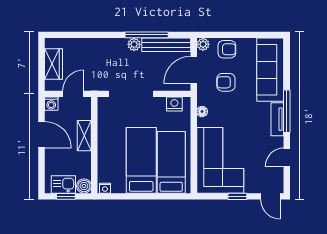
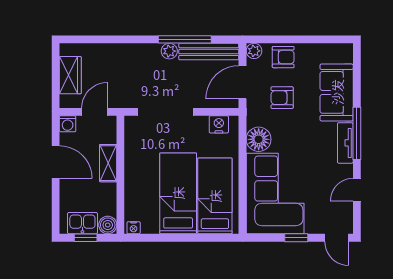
sofa: (270, 70) -> (337, 92), width x0.73
floor lamp: (202, 112) -> (259, 139), width x1.89, depth x1.89

